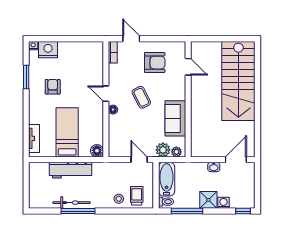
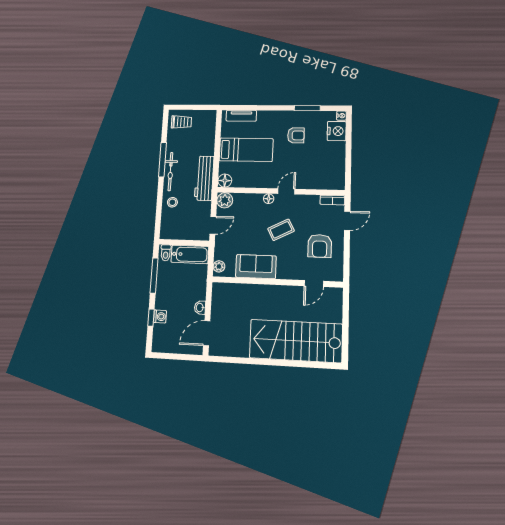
plant: (163, 150) -> (225, 200), moved
door: (236, 160) -> (207, 333), swing flipped
workbench: (70, 170) -> (204, 178), moved
trolley: (137, 196) -> (181, 122), moved
shower: (208, 200) -> (164, 300), removed
bicycle: (72, 203) -> (170, 172), moved
window: (243, 211) -> (151, 318), moved

